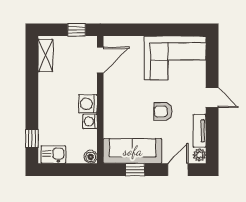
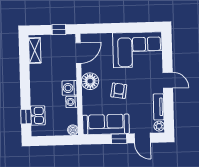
floor lamp: (114, 96) -> (90, 81), added
armchair: (163, 111) -> (119, 91), moved, turned 99
kitchen sink: (53, 155) -> (38, 115), moved, turned 90
window: (135, 170) -> (119, 139), moved
door: (178, 170) -> (142, 138), swing flipped

